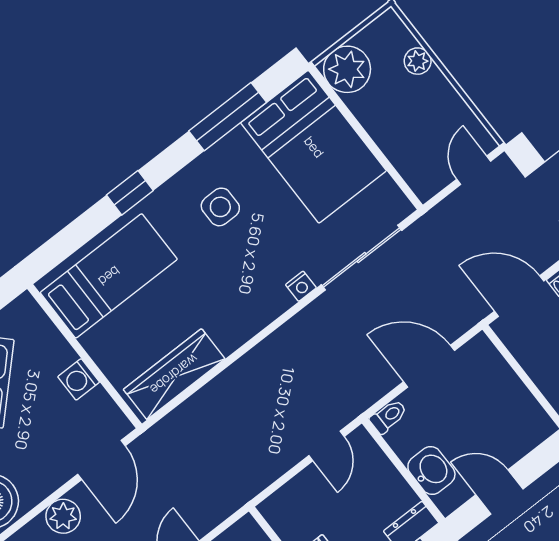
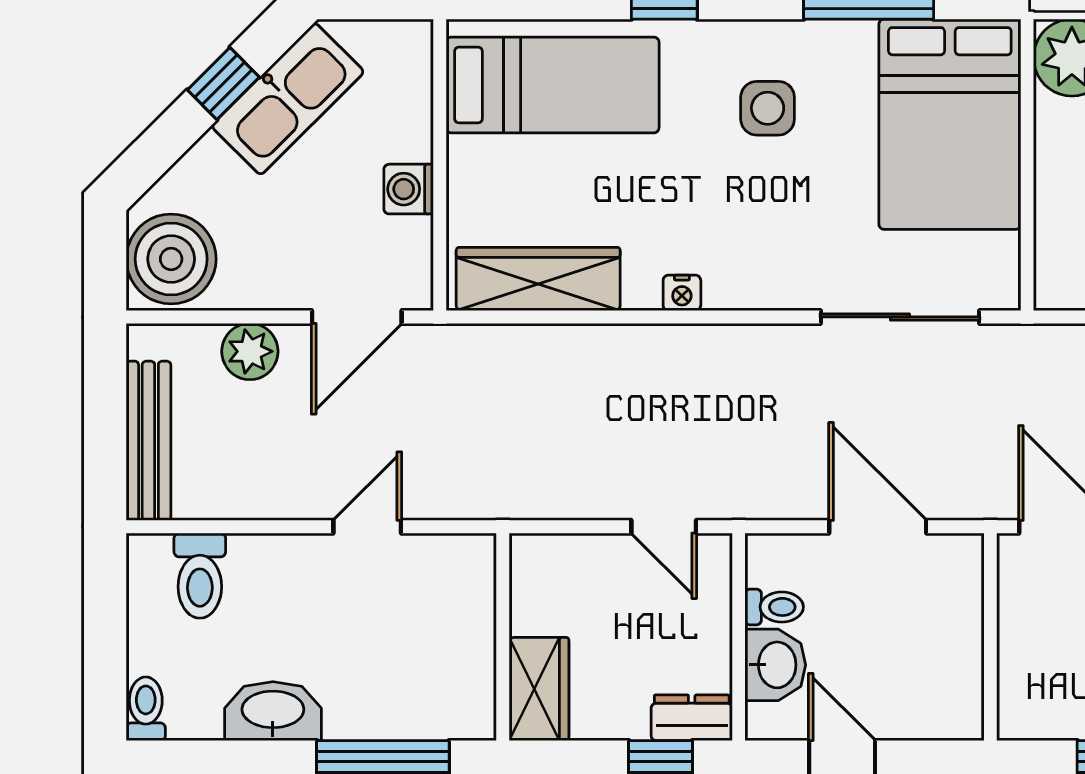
nightstand: (301, 286) -> (682, 293), moved
toilet: (388, 416) -> (774, 607), moved
door: (327, 446) -> (664, 527), hinge flipped

